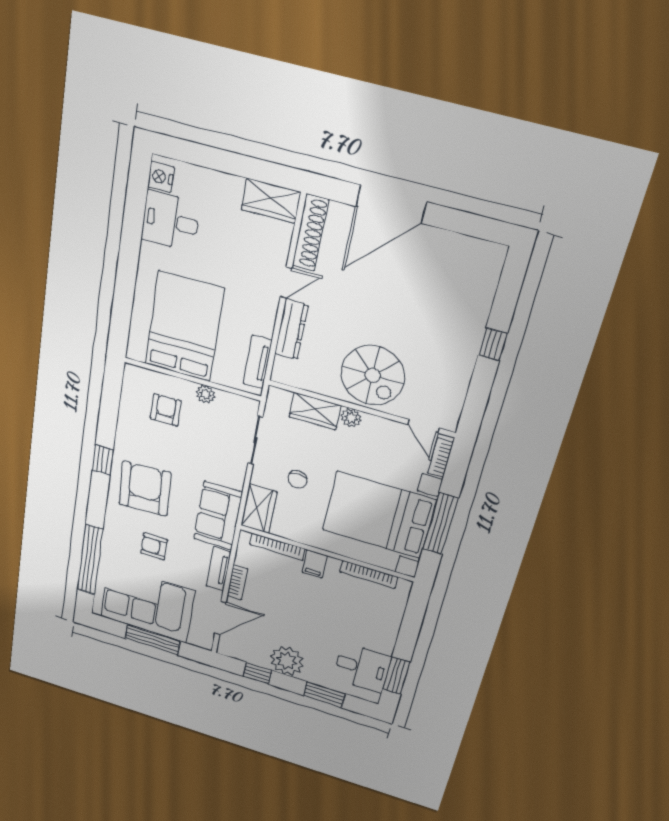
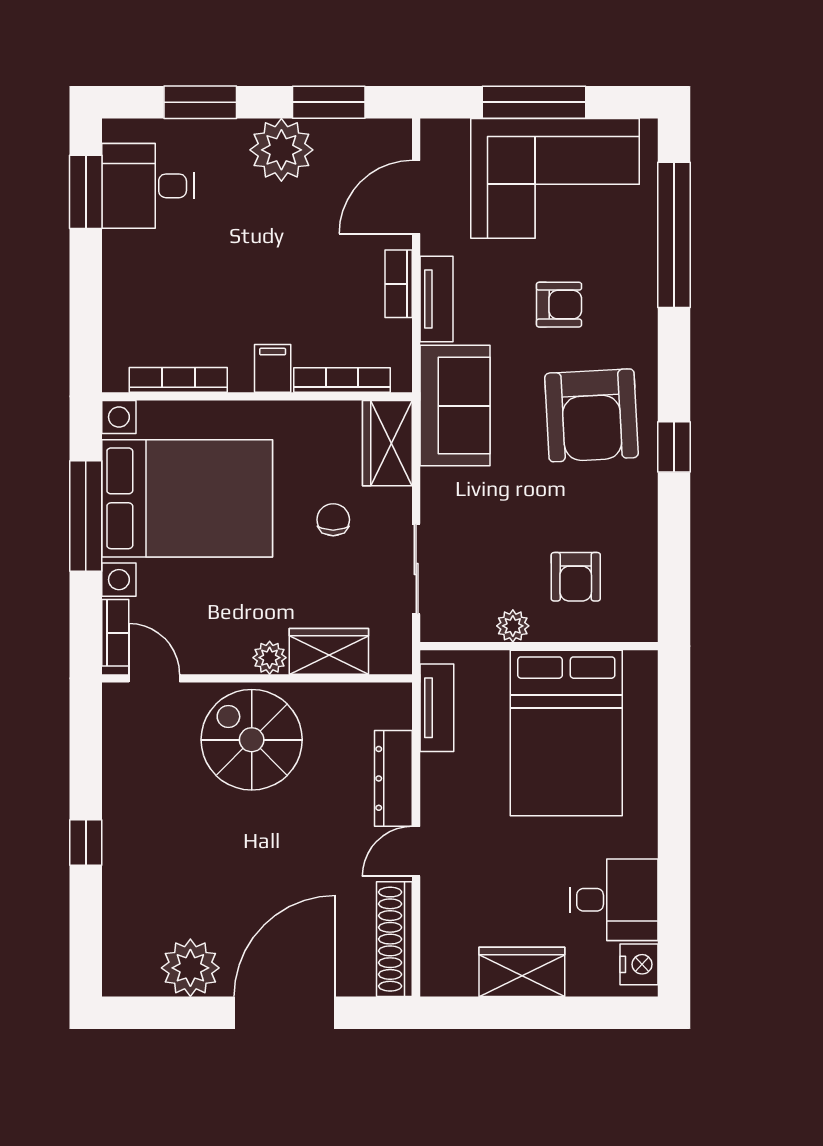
wardrobe: (271, 201) -> (522, 972), moved
plant: (446, 249) -> (190, 968), added
window: (257, 673) -> (329, 102), width x1.50

